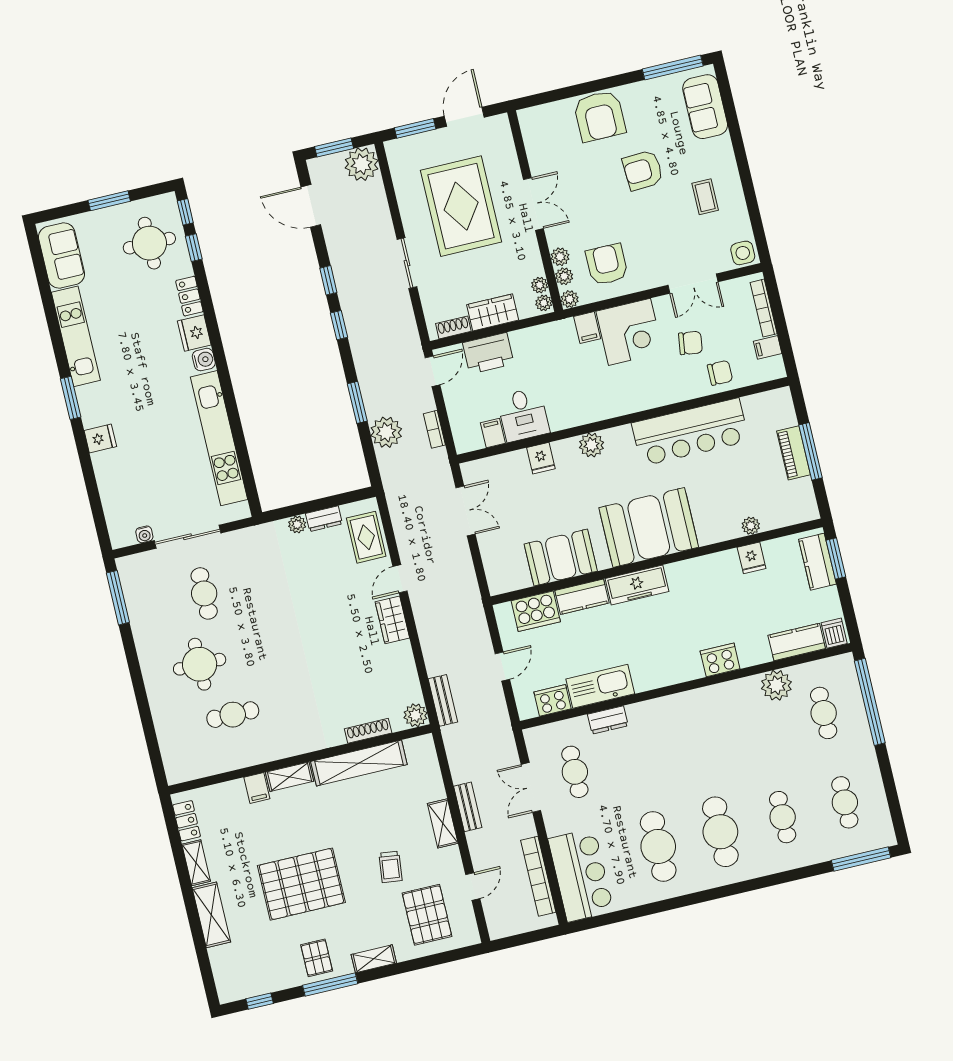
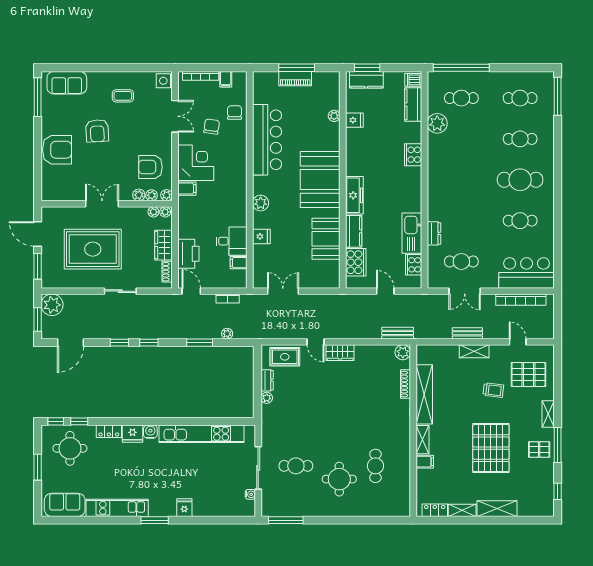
plant: (386, 432) -> (227, 334), width x0.53, depth x0.53
cafe table: (658, 846) -> (520, 221), width x0.73, depth x0.74

